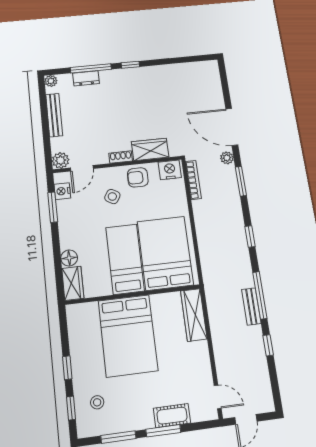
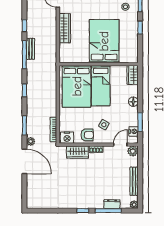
floor lamp: (69, 258) -> (133, 102), moved
wardrobe: (194, 315) -> (65, 28), moved

